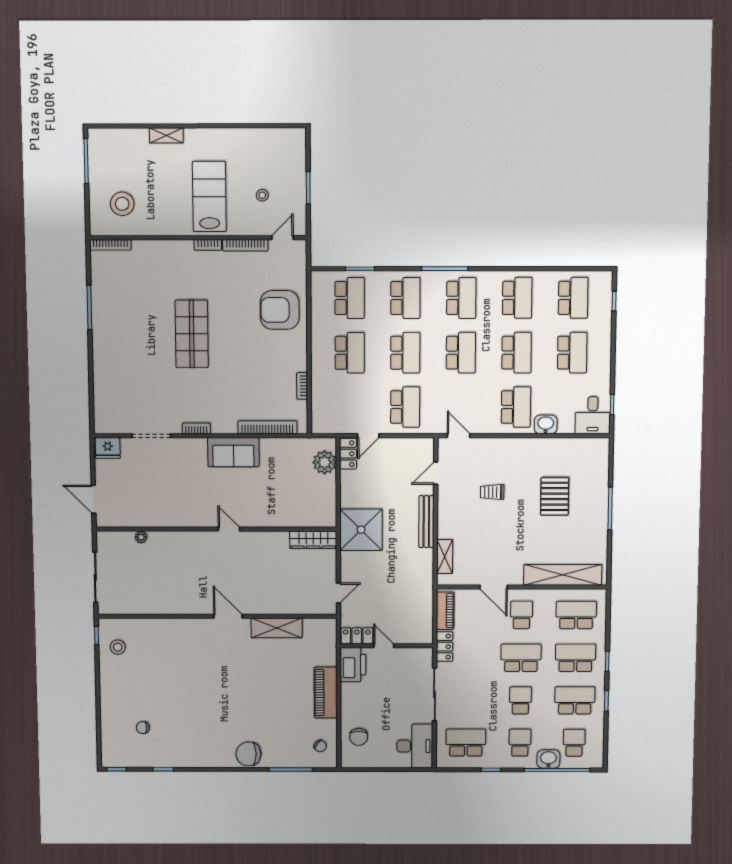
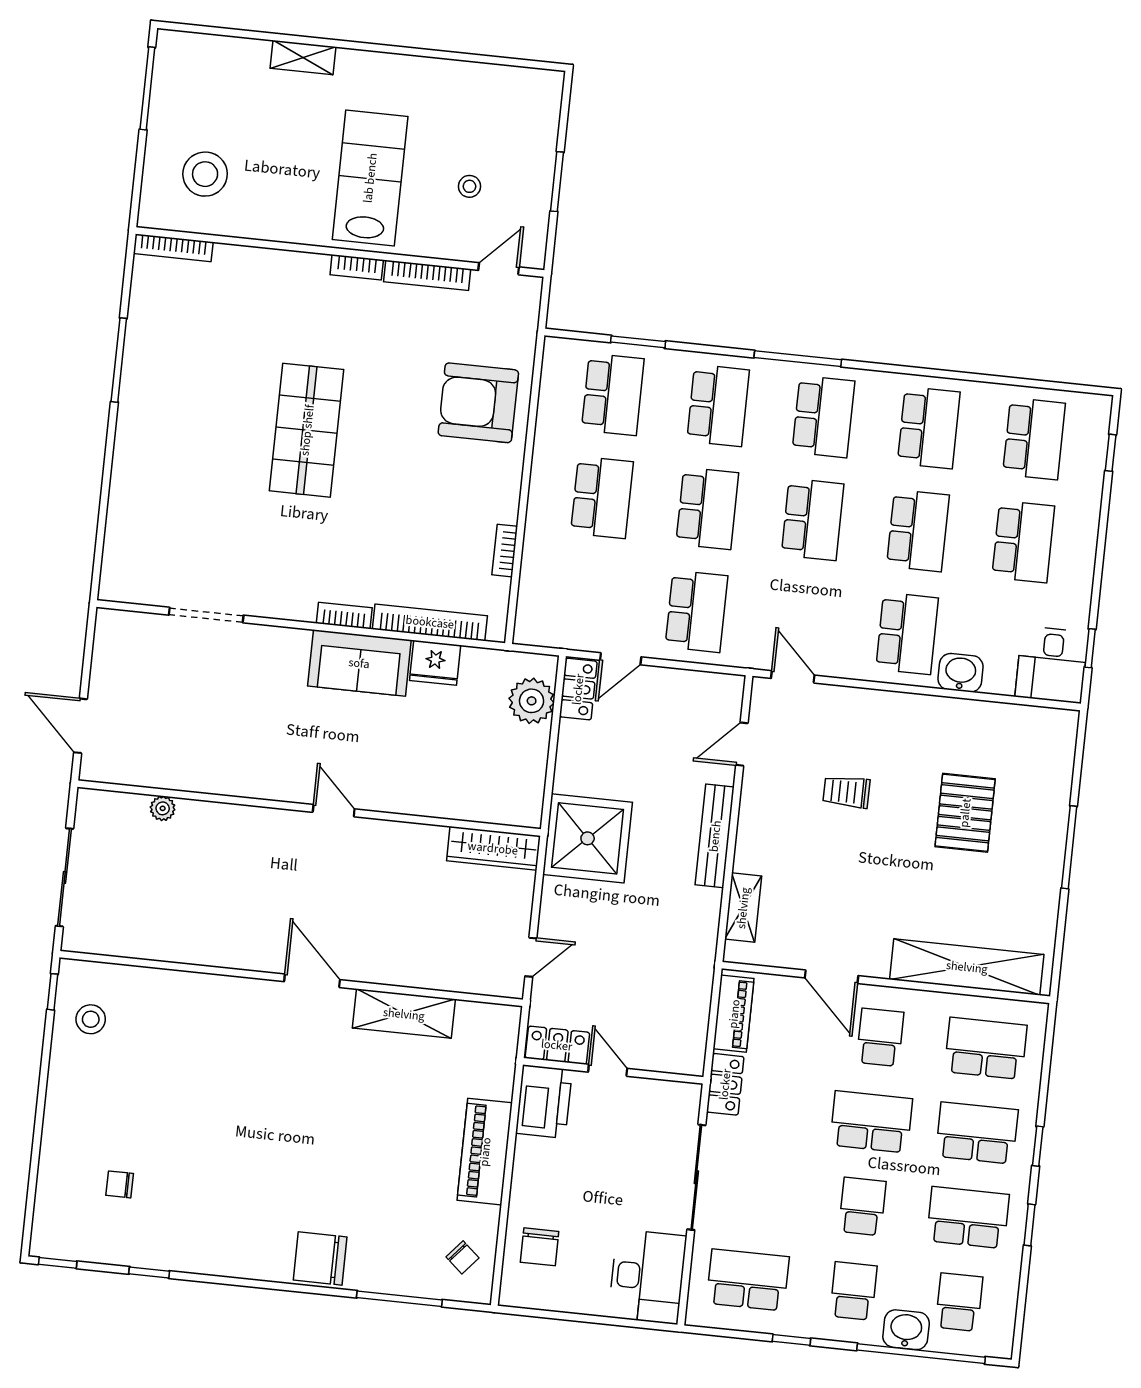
bookcase: (196, 428) -> (344, 616), moved
fridge: (108, 448) -> (435, 663), moved

